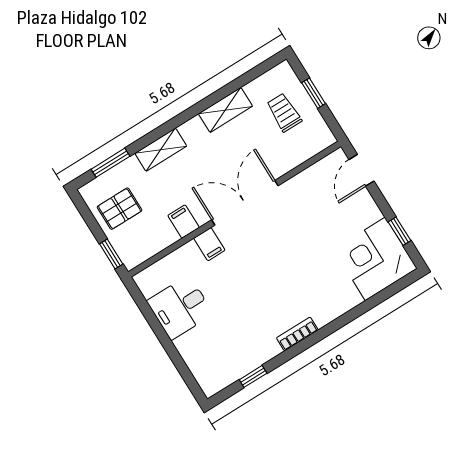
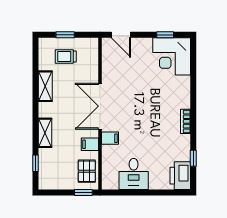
window: (111, 163) -> (36, 163), width x0.67
pallet: (120, 209) -> (87, 171), moved
printer: (218, 373) -> (180, 176), added

